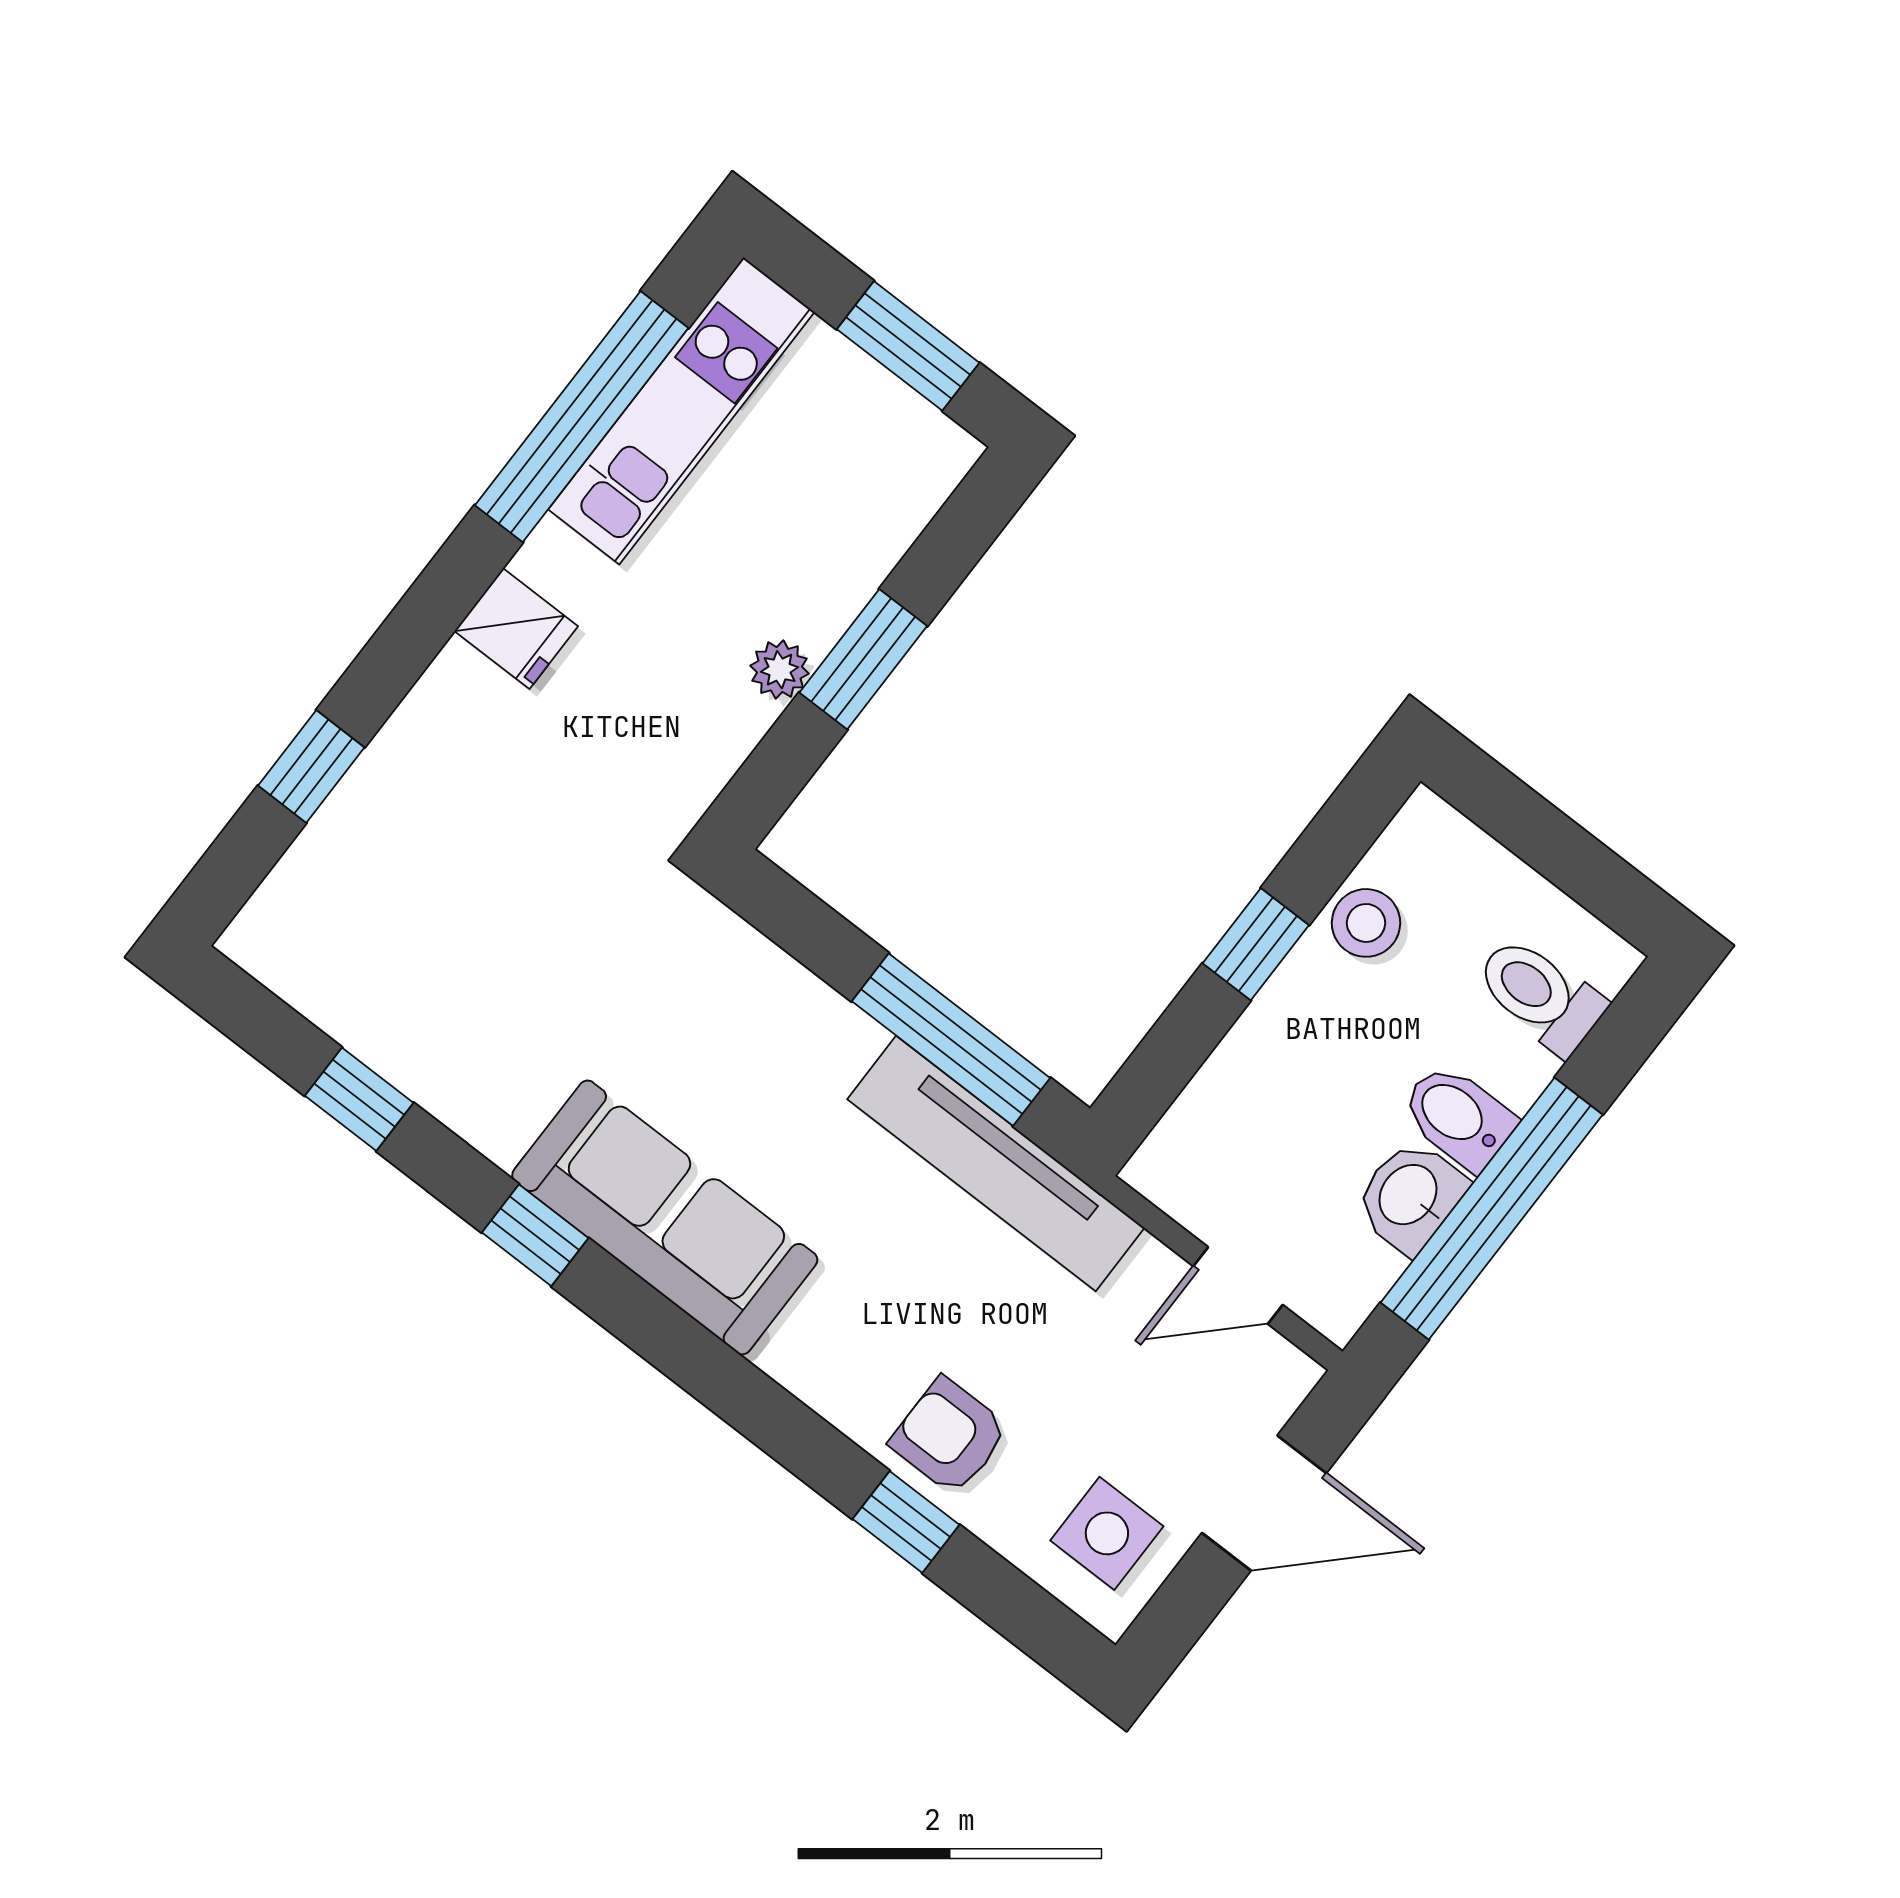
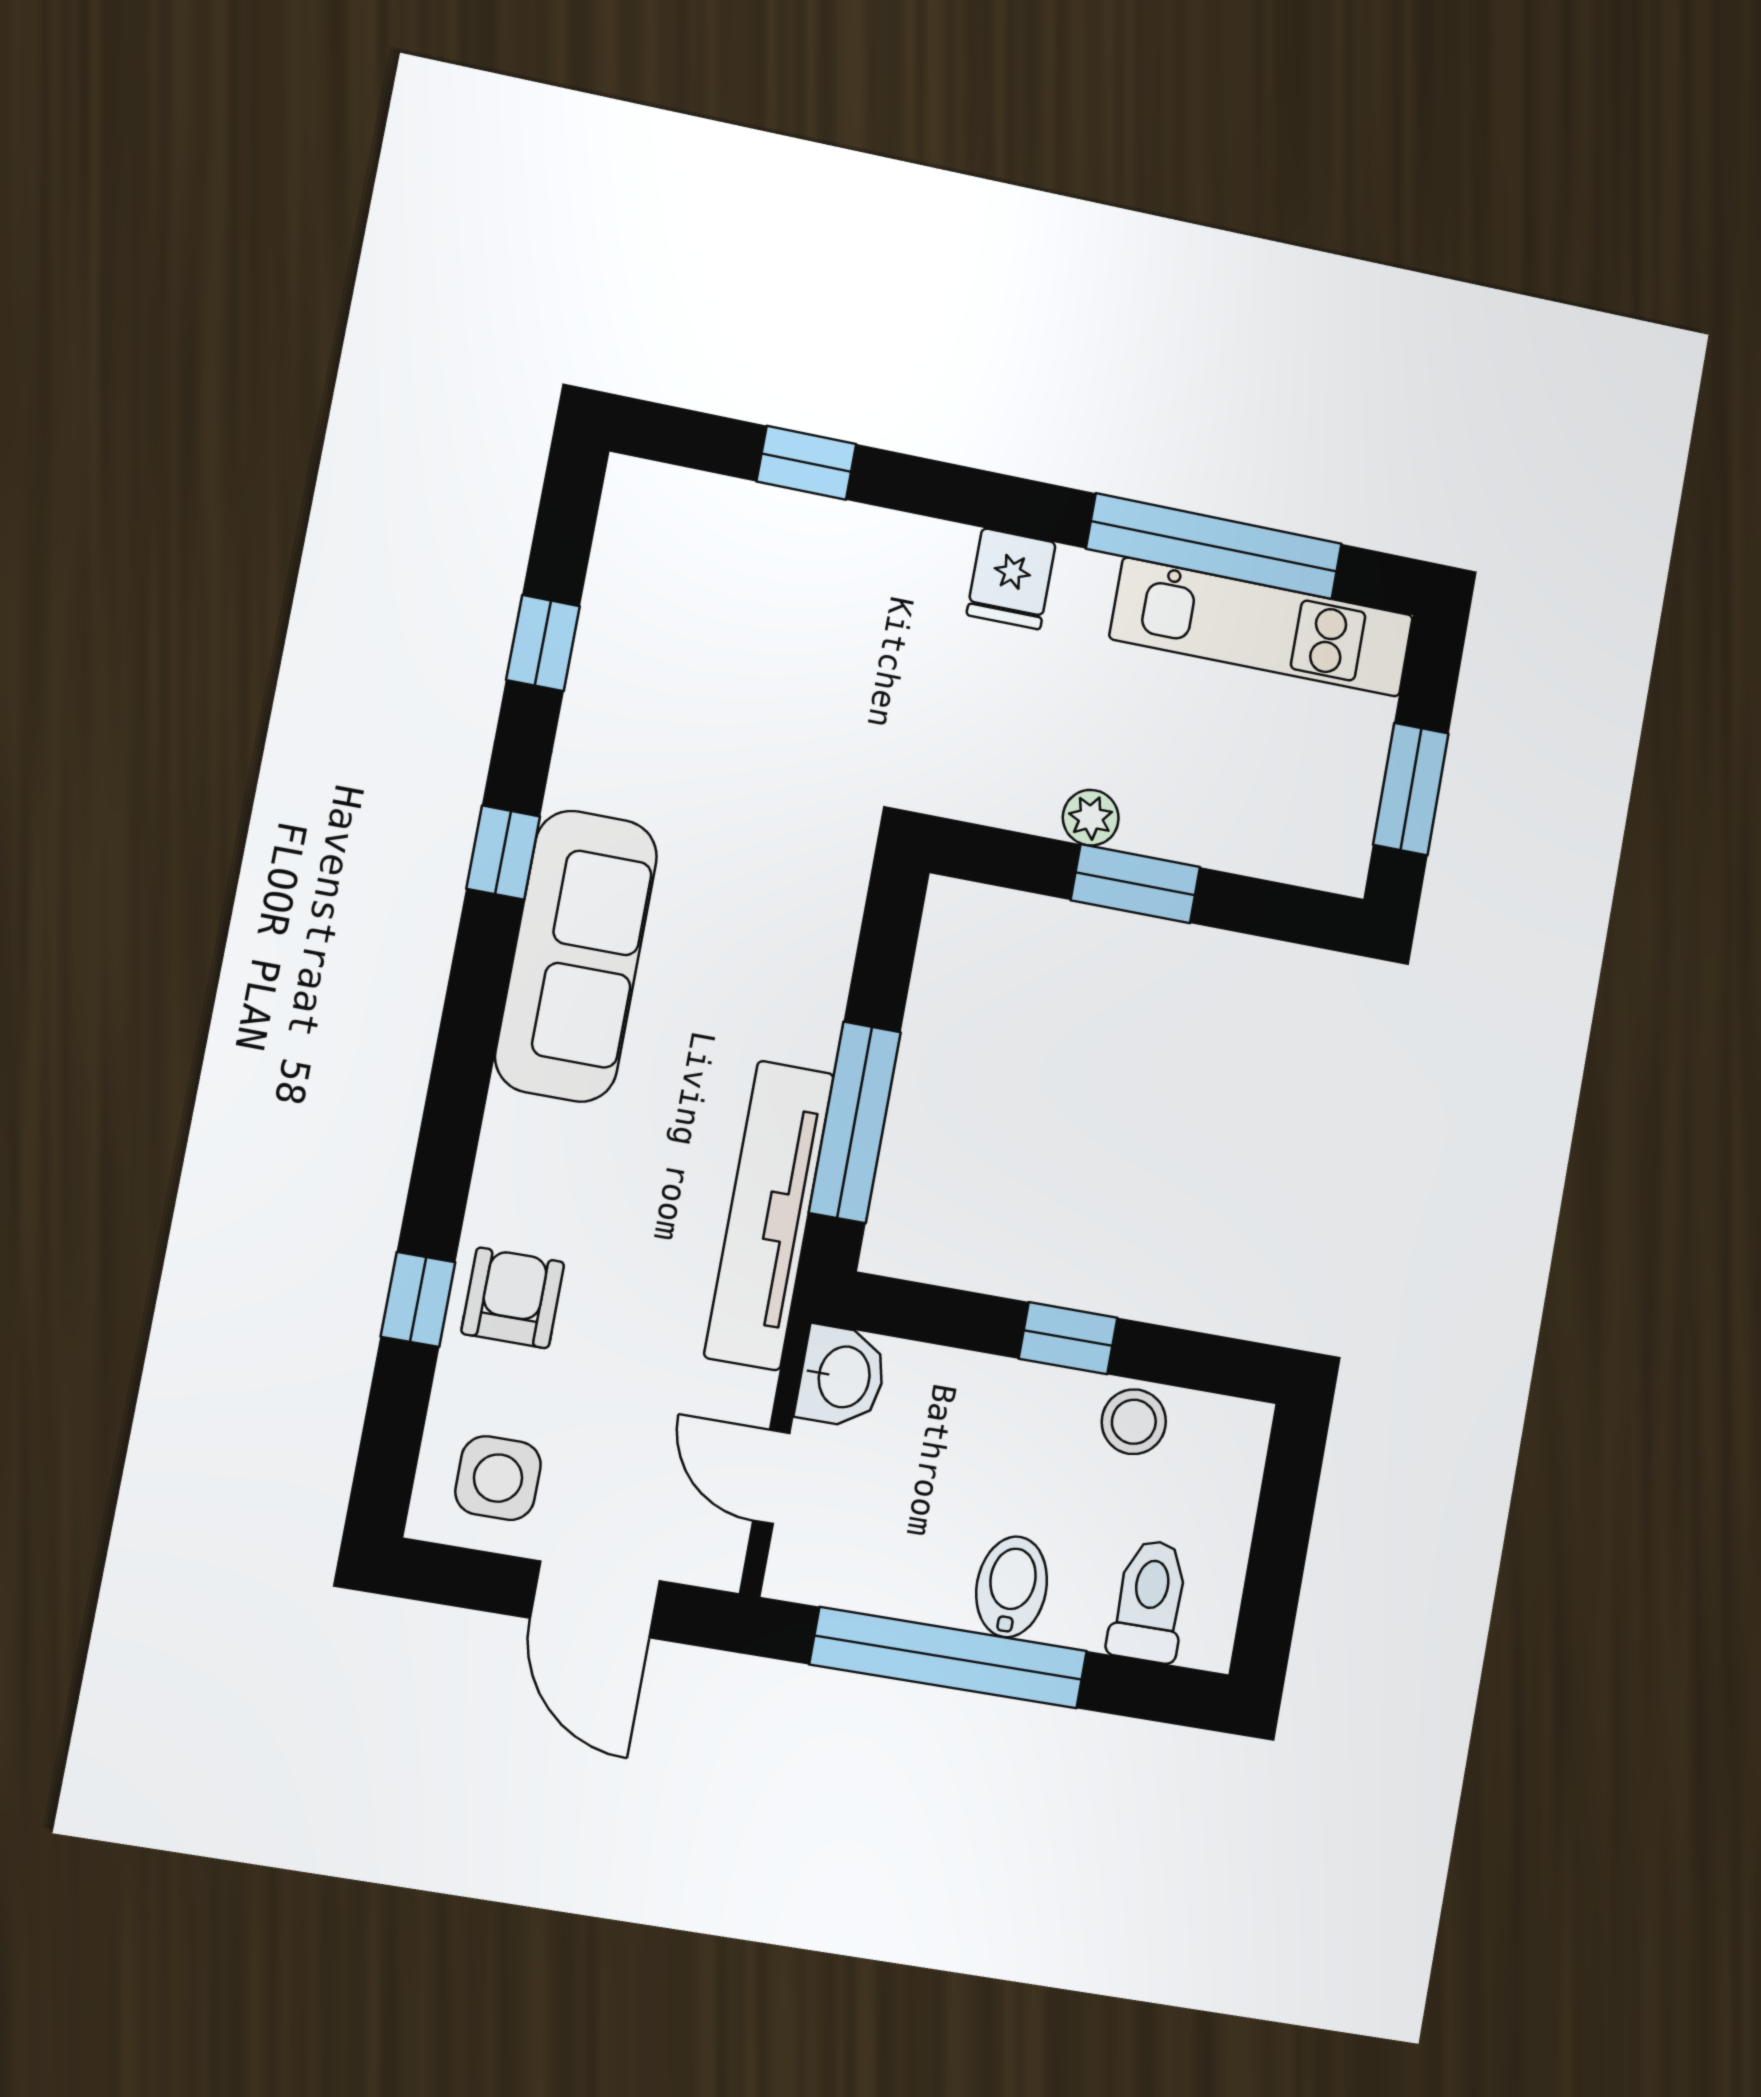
washbasin: (1410, 1196) -> (842, 1376), moved, turned 90

